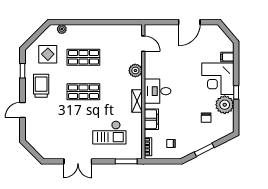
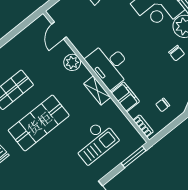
door: (143, 44) -> (59, 31), swing flipped
desk: (158, 91) -> (109, 65), width x1.37
shop shelf: (83, 92) -> (39, 123), width x1.43, depth x1.36

